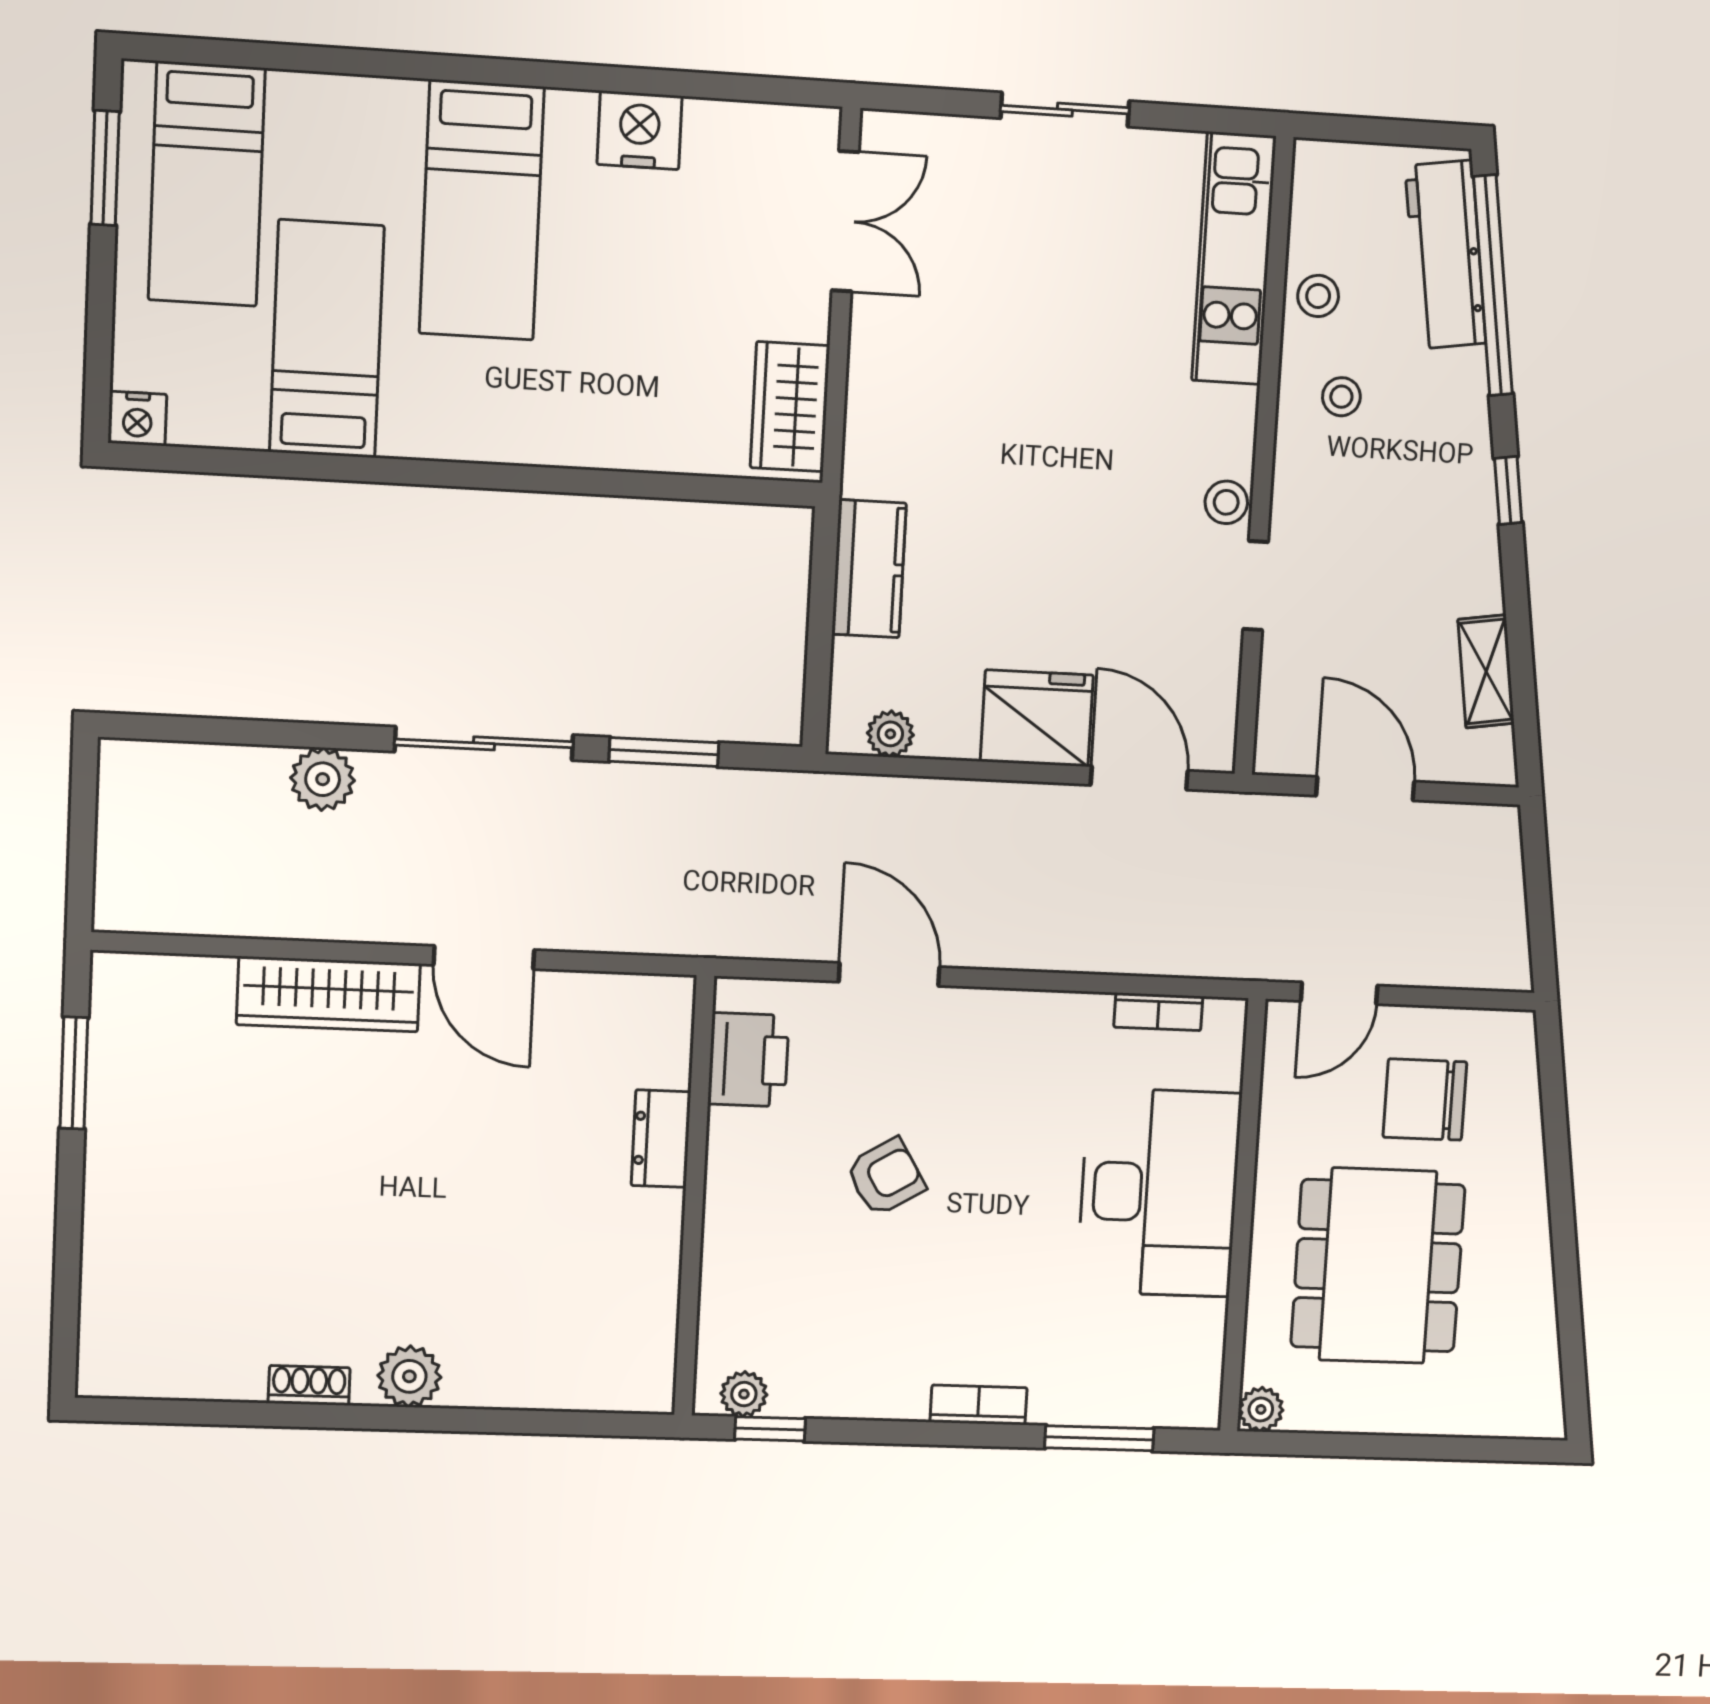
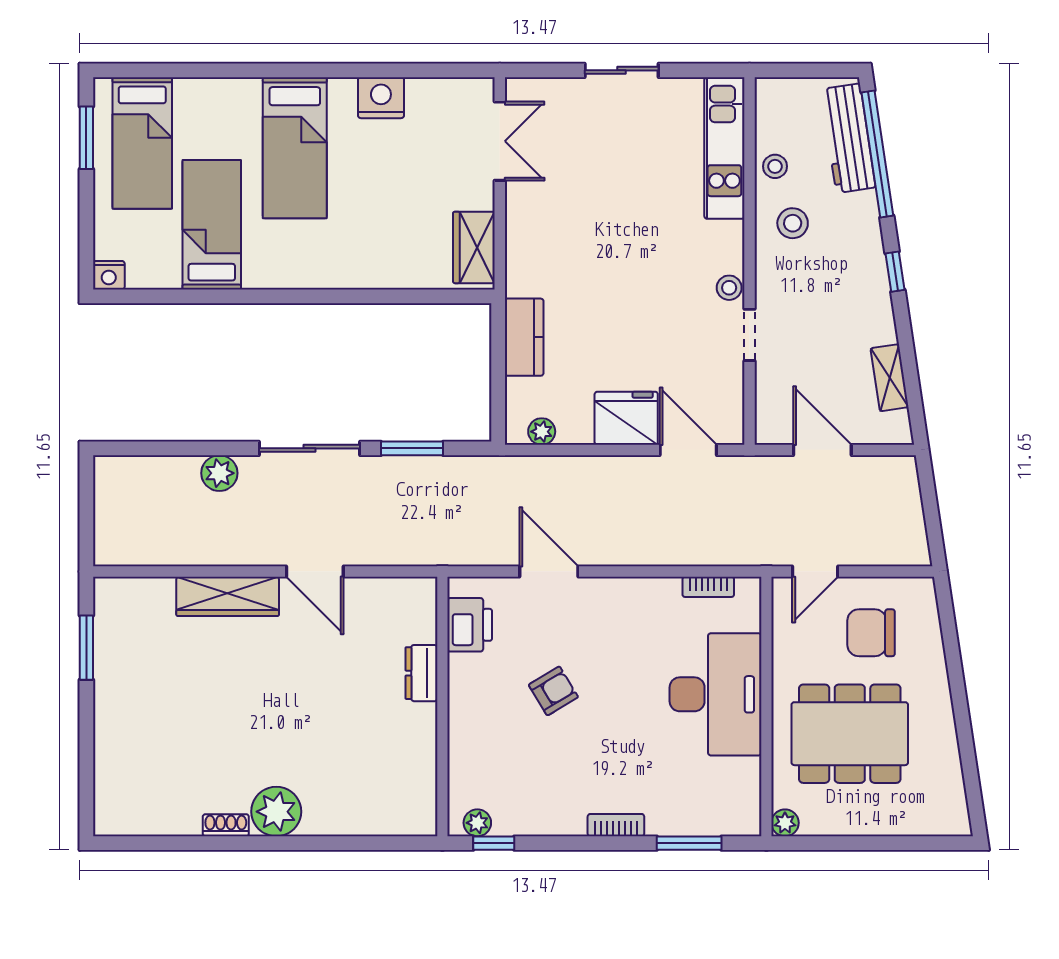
stool: (1341, 397) -> (793, 223), width x1.37, depth x1.37
dining table: (1378, 1266) -> (850, 734), turned 90
plant: (409, 1376) -> (276, 812), width x1.36, depth x1.36

